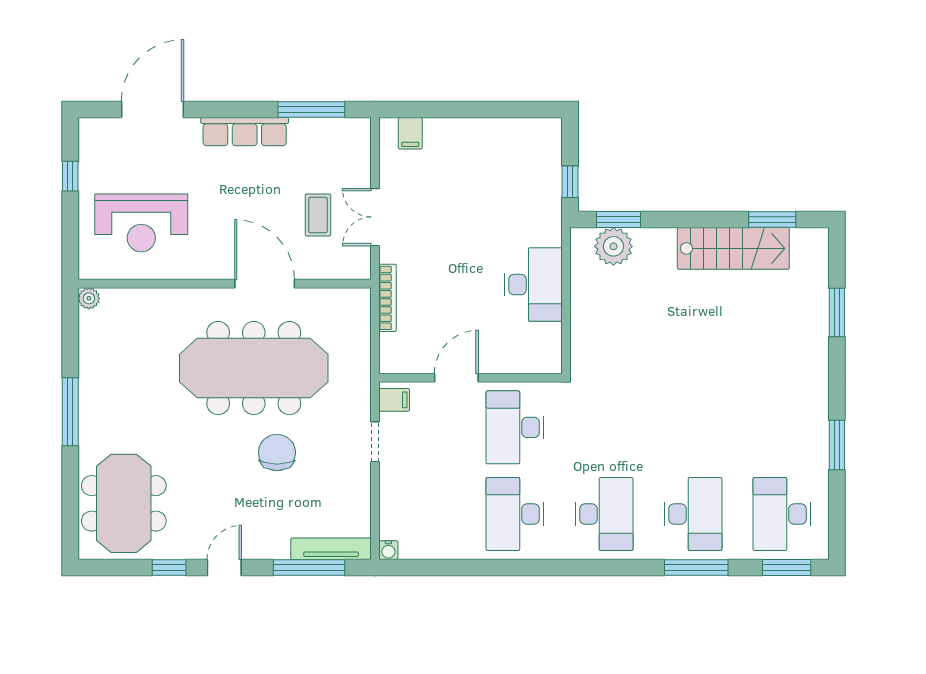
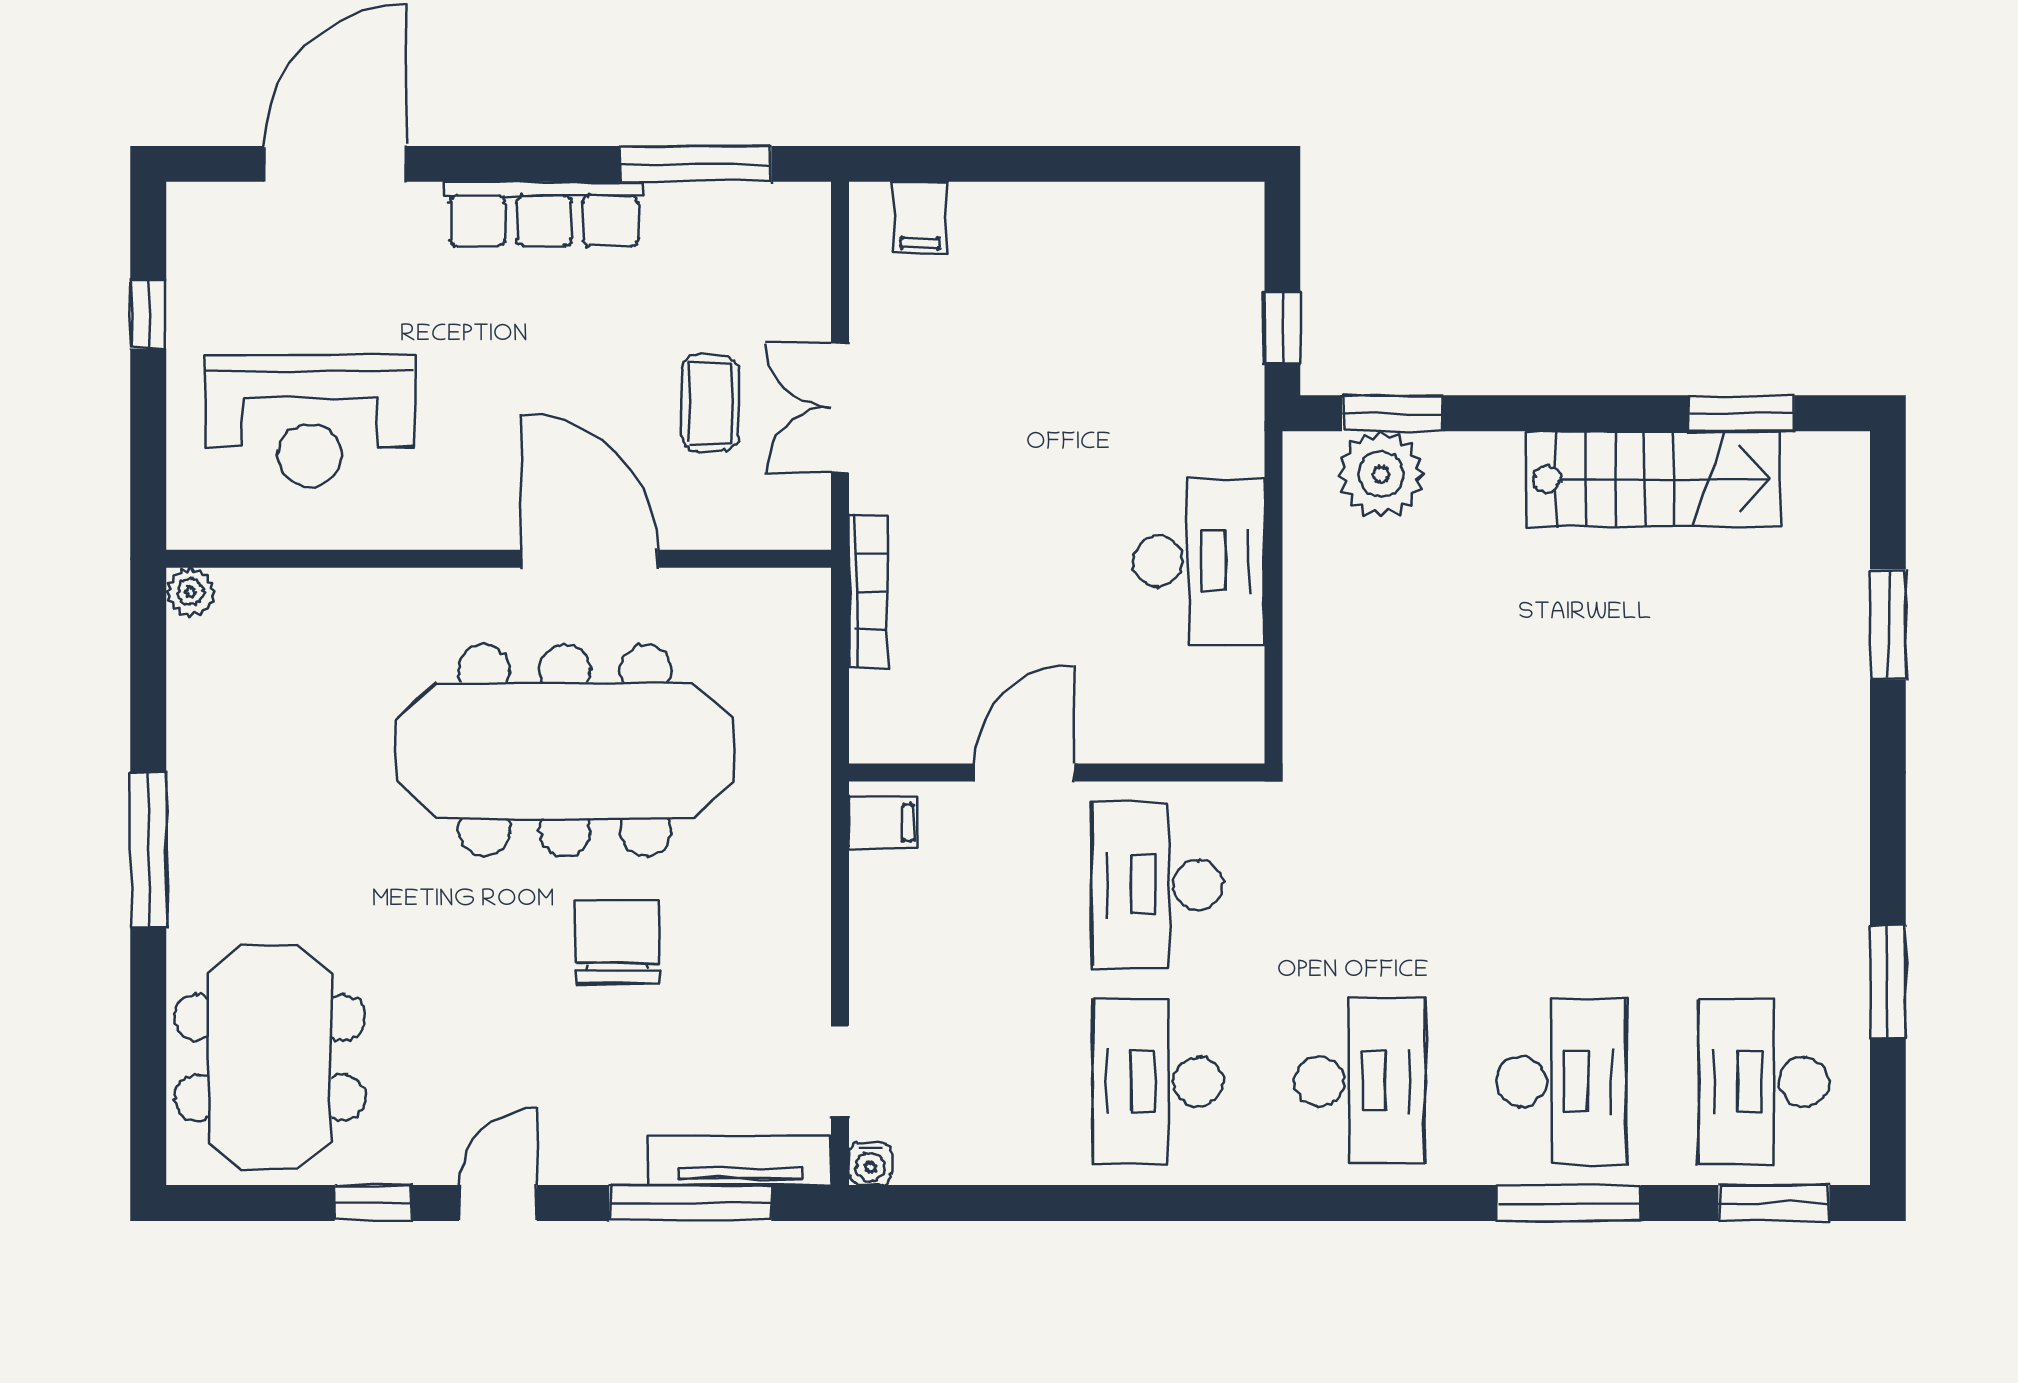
doorway: (375, 442) -> (840, 1071), moved
window: (837, 445) -> (1888, 982), moved

